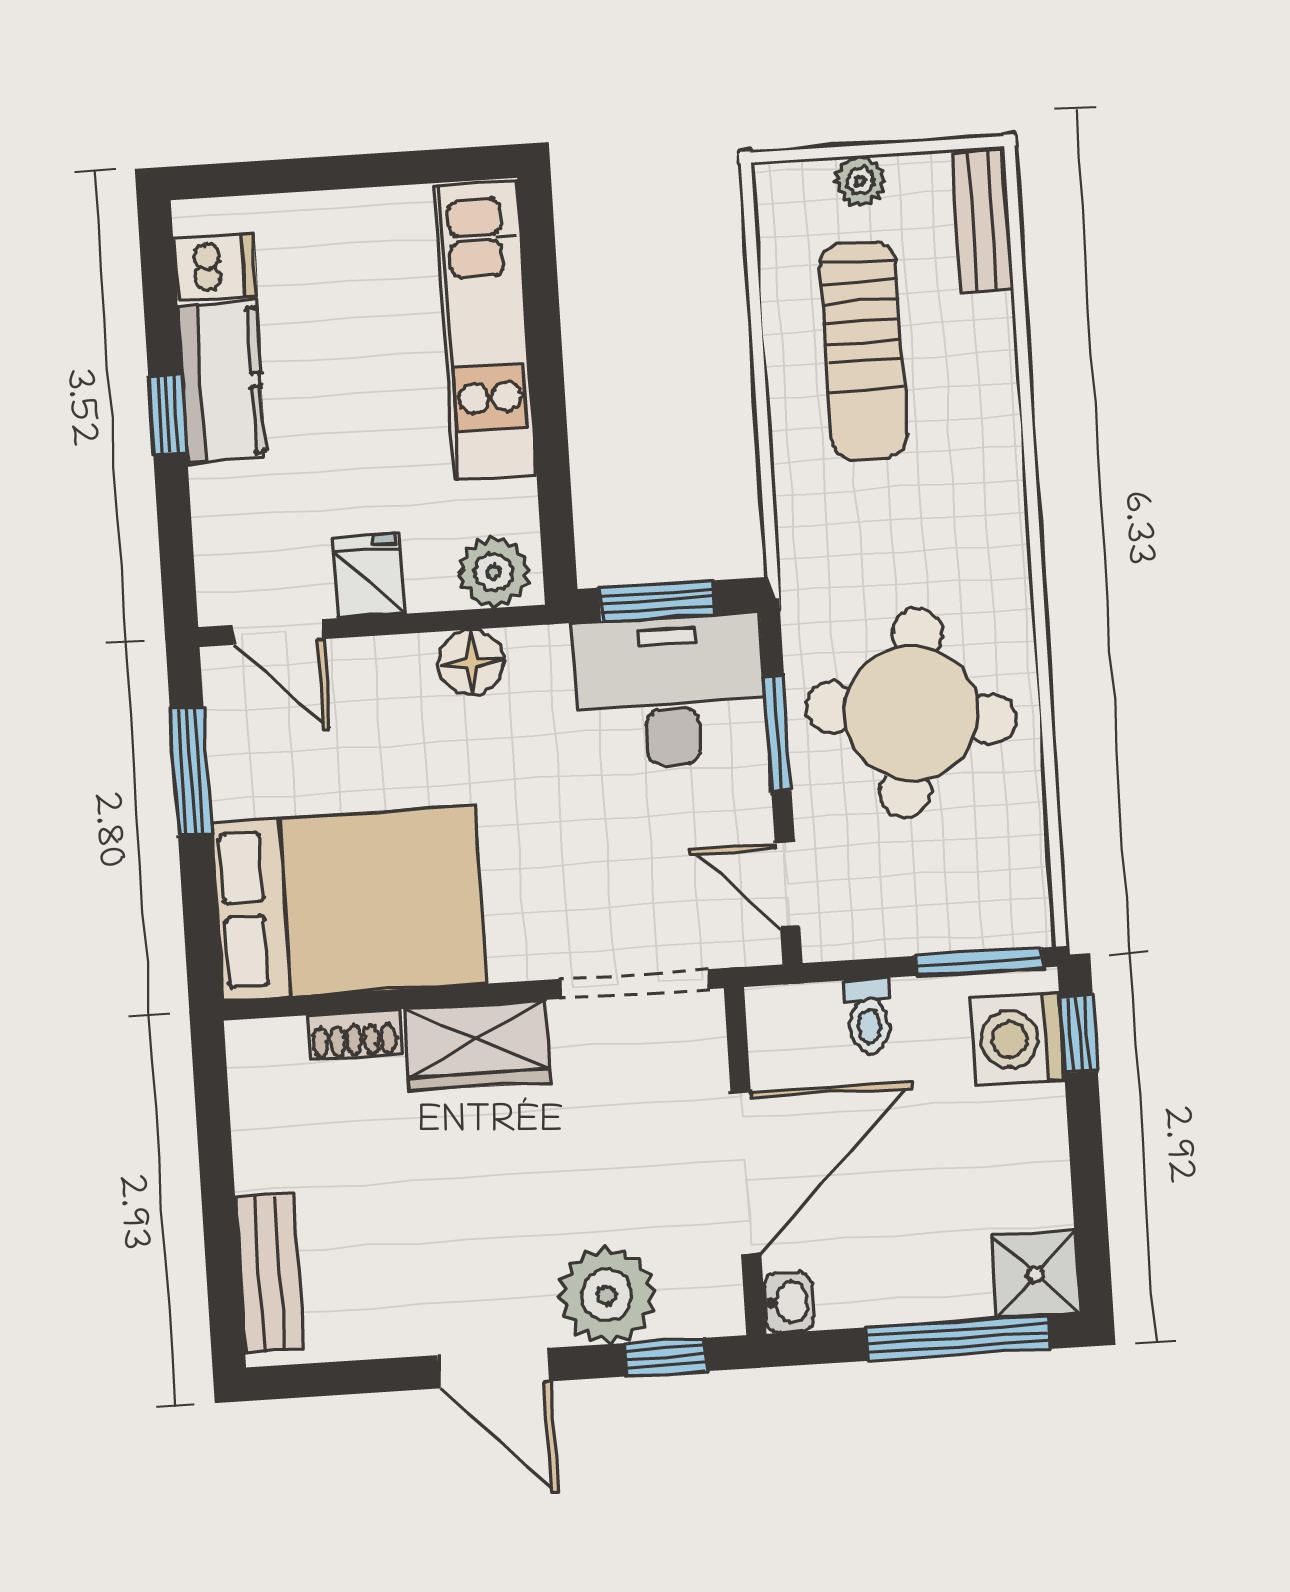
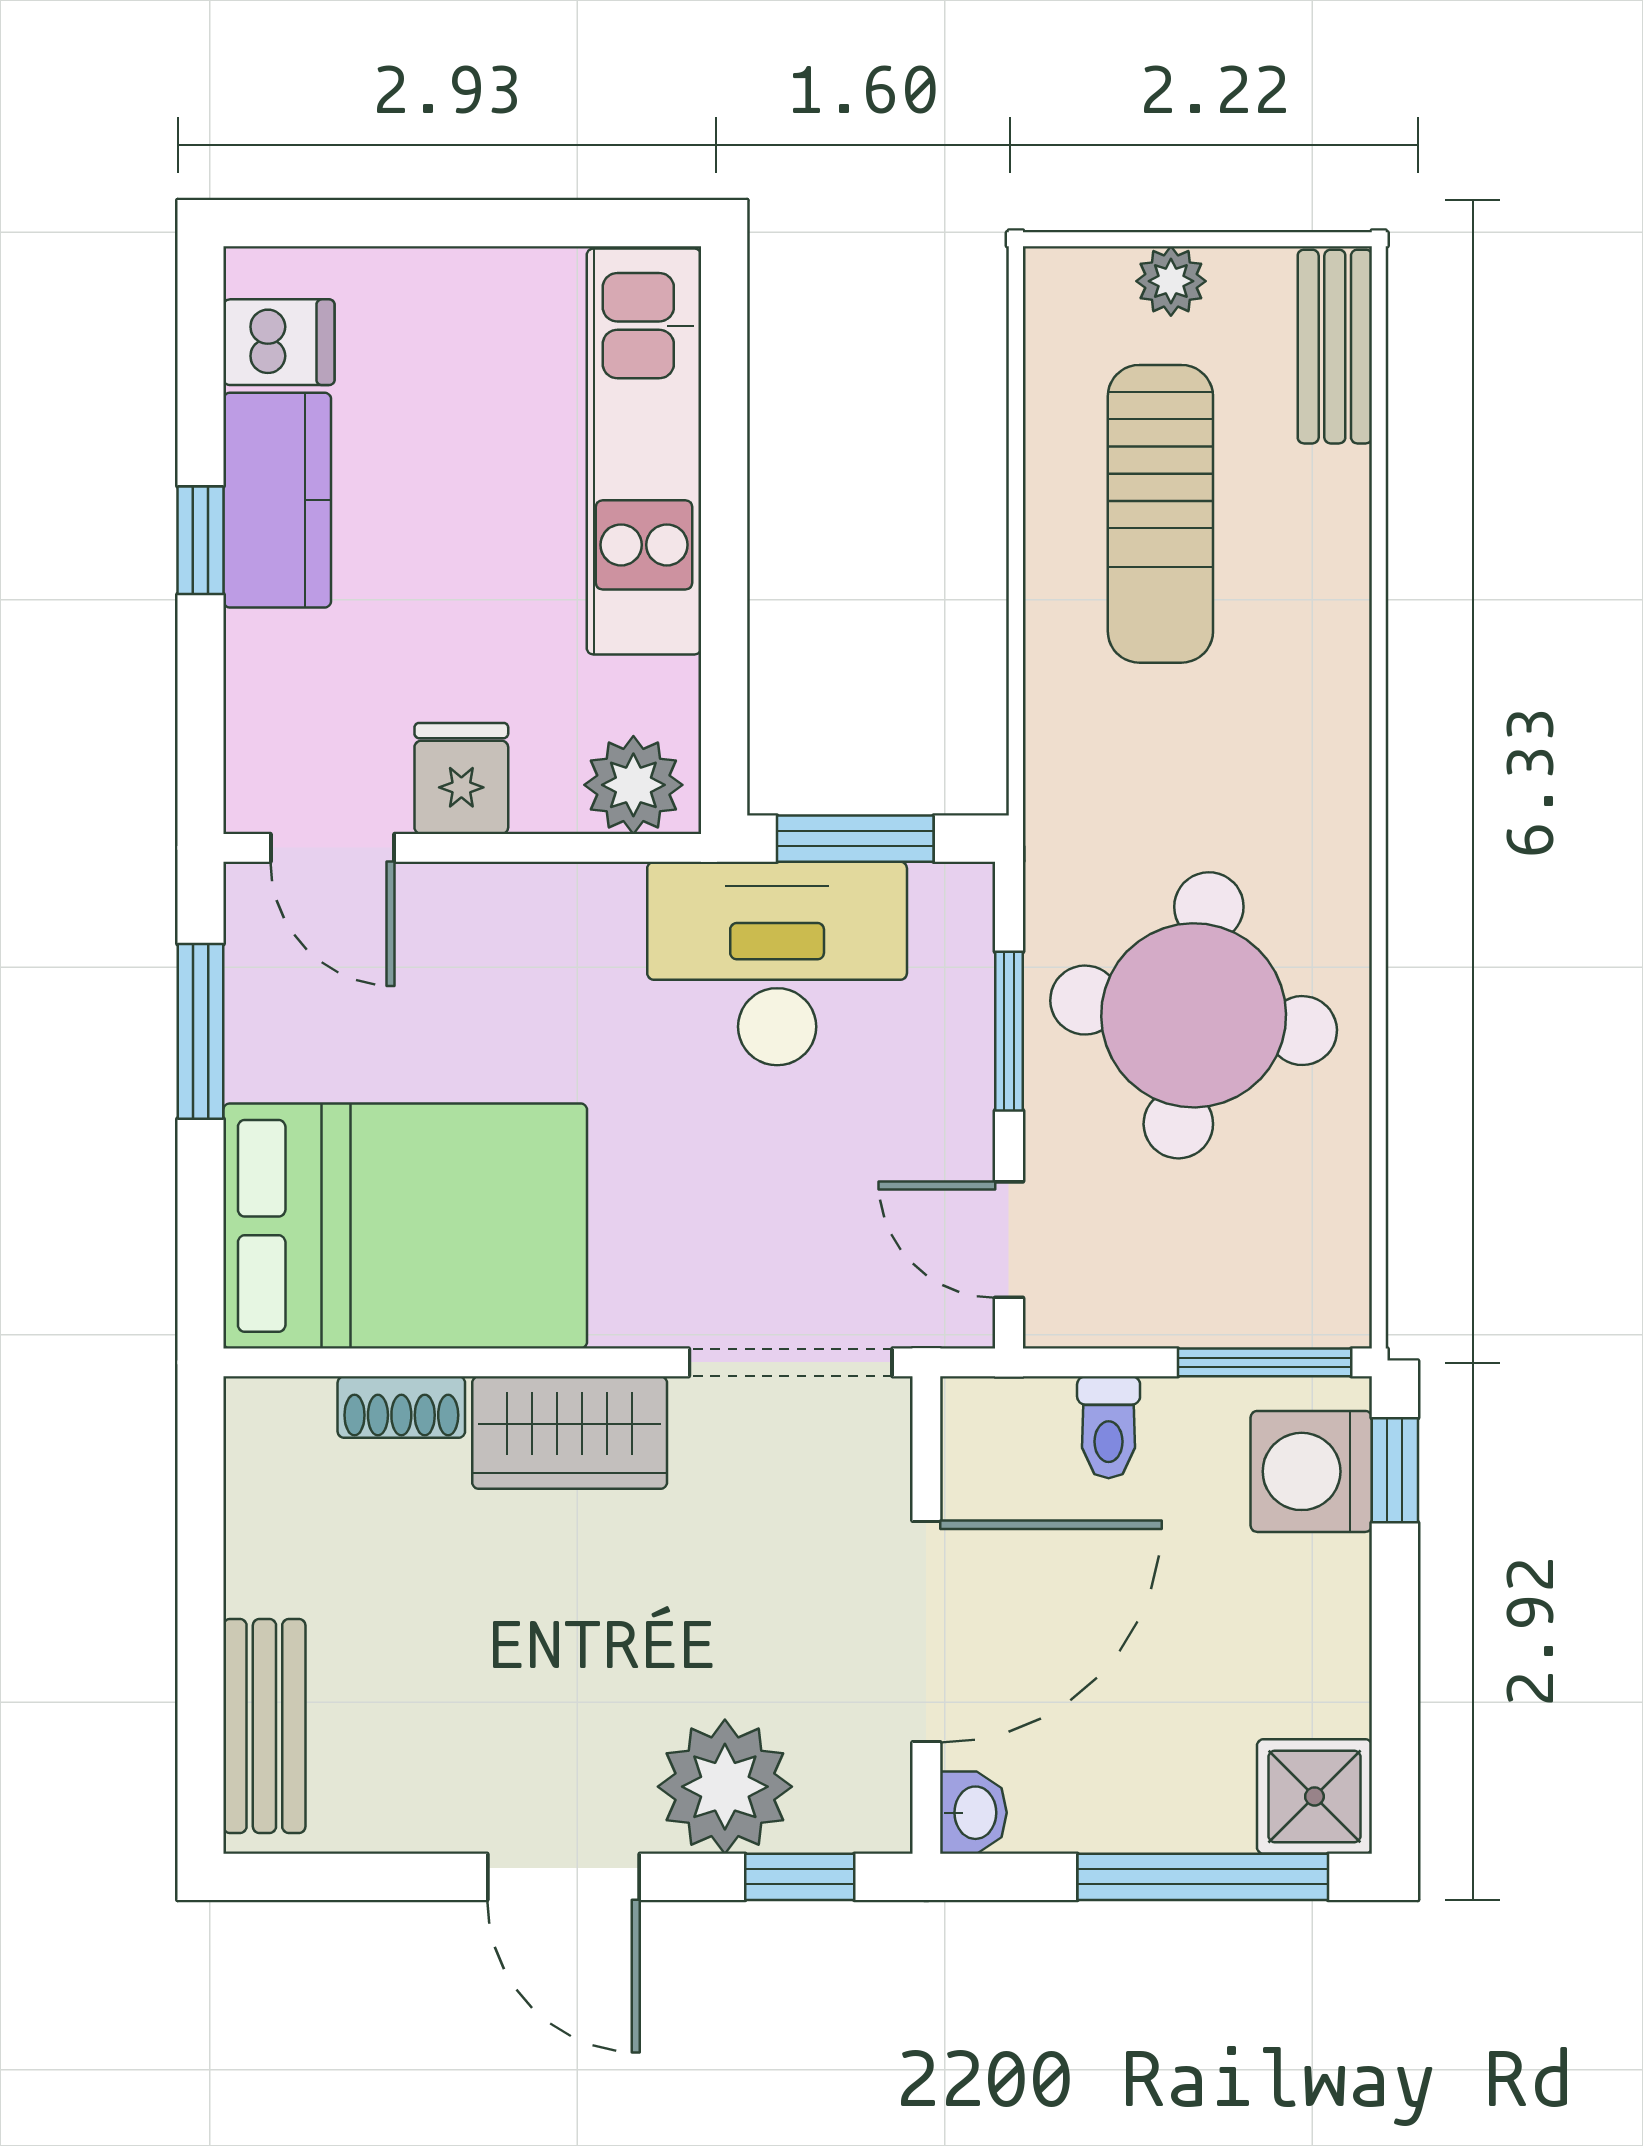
floor lamp: (471, 662) -> (595, 907), removed
desk: (670, 691) -> (777, 964), moved

